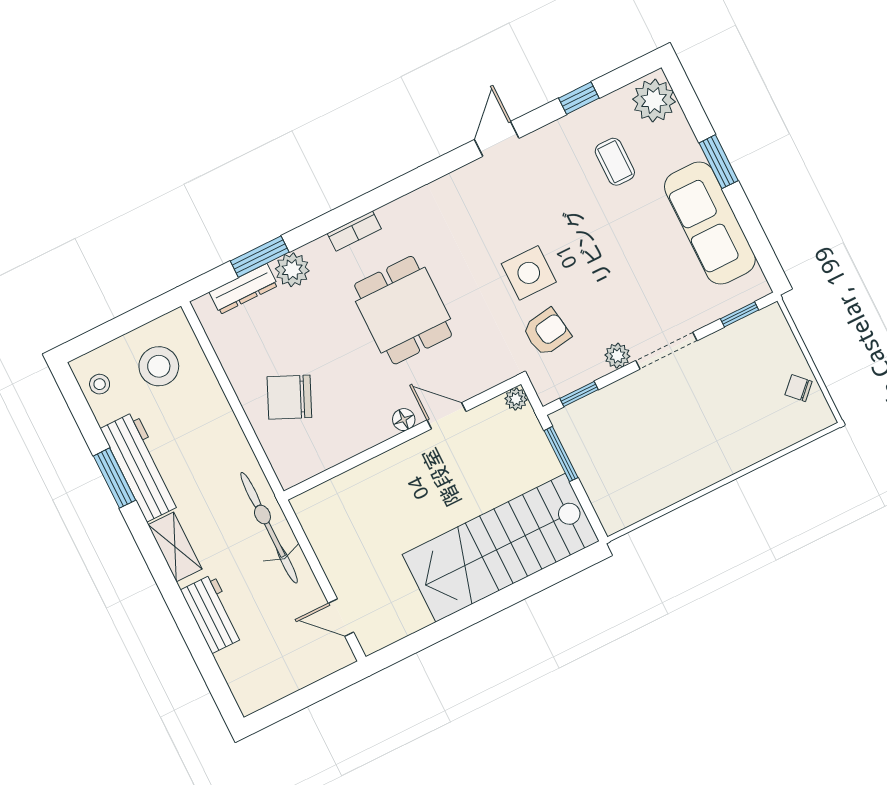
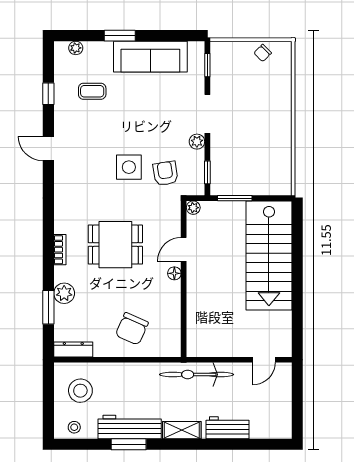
plant: (654, 100) -> (76, 48), width x0.53, depth x0.53
dresser: (244, 289) -> (73, 349), moved, turned -90

